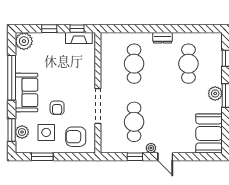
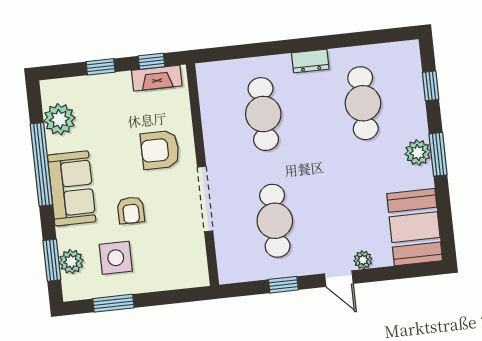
plant: (24, 41) -> (59, 119), moved
armchair: (76, 137) -> (160, 150), moved
plant: (151, 148) -> (363, 260), moved

